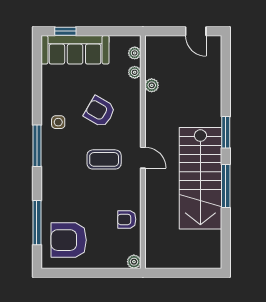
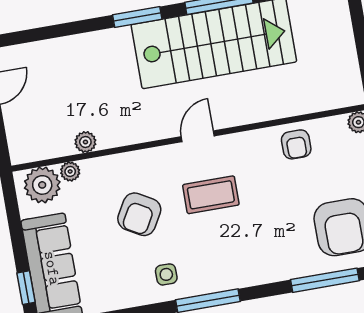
plant: (135, 53) -> (42, 185), width x1.88, depth x1.88
coffee table: (104, 159) -> (211, 195), turned 90

